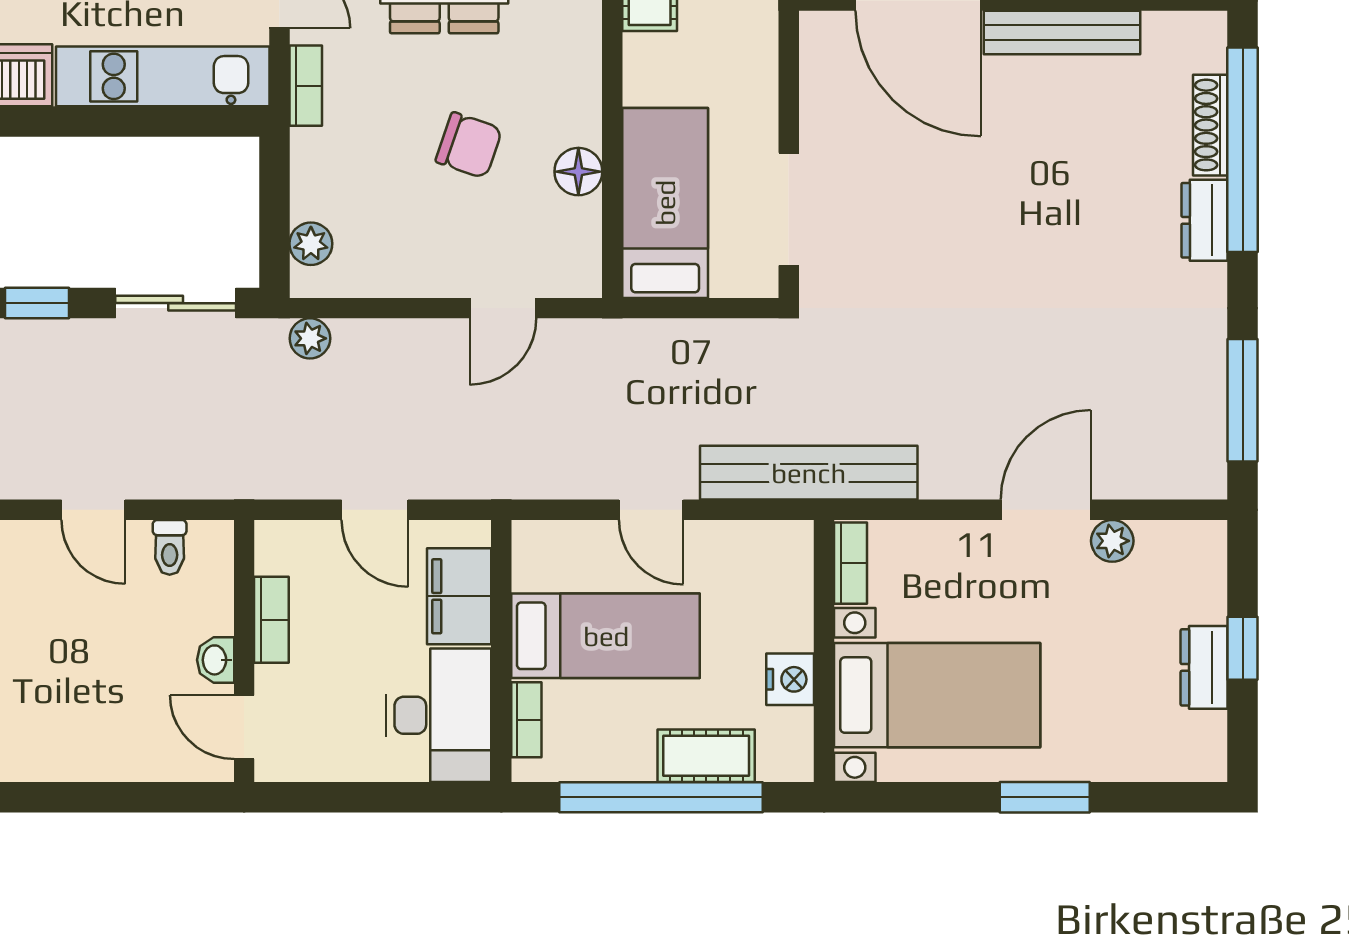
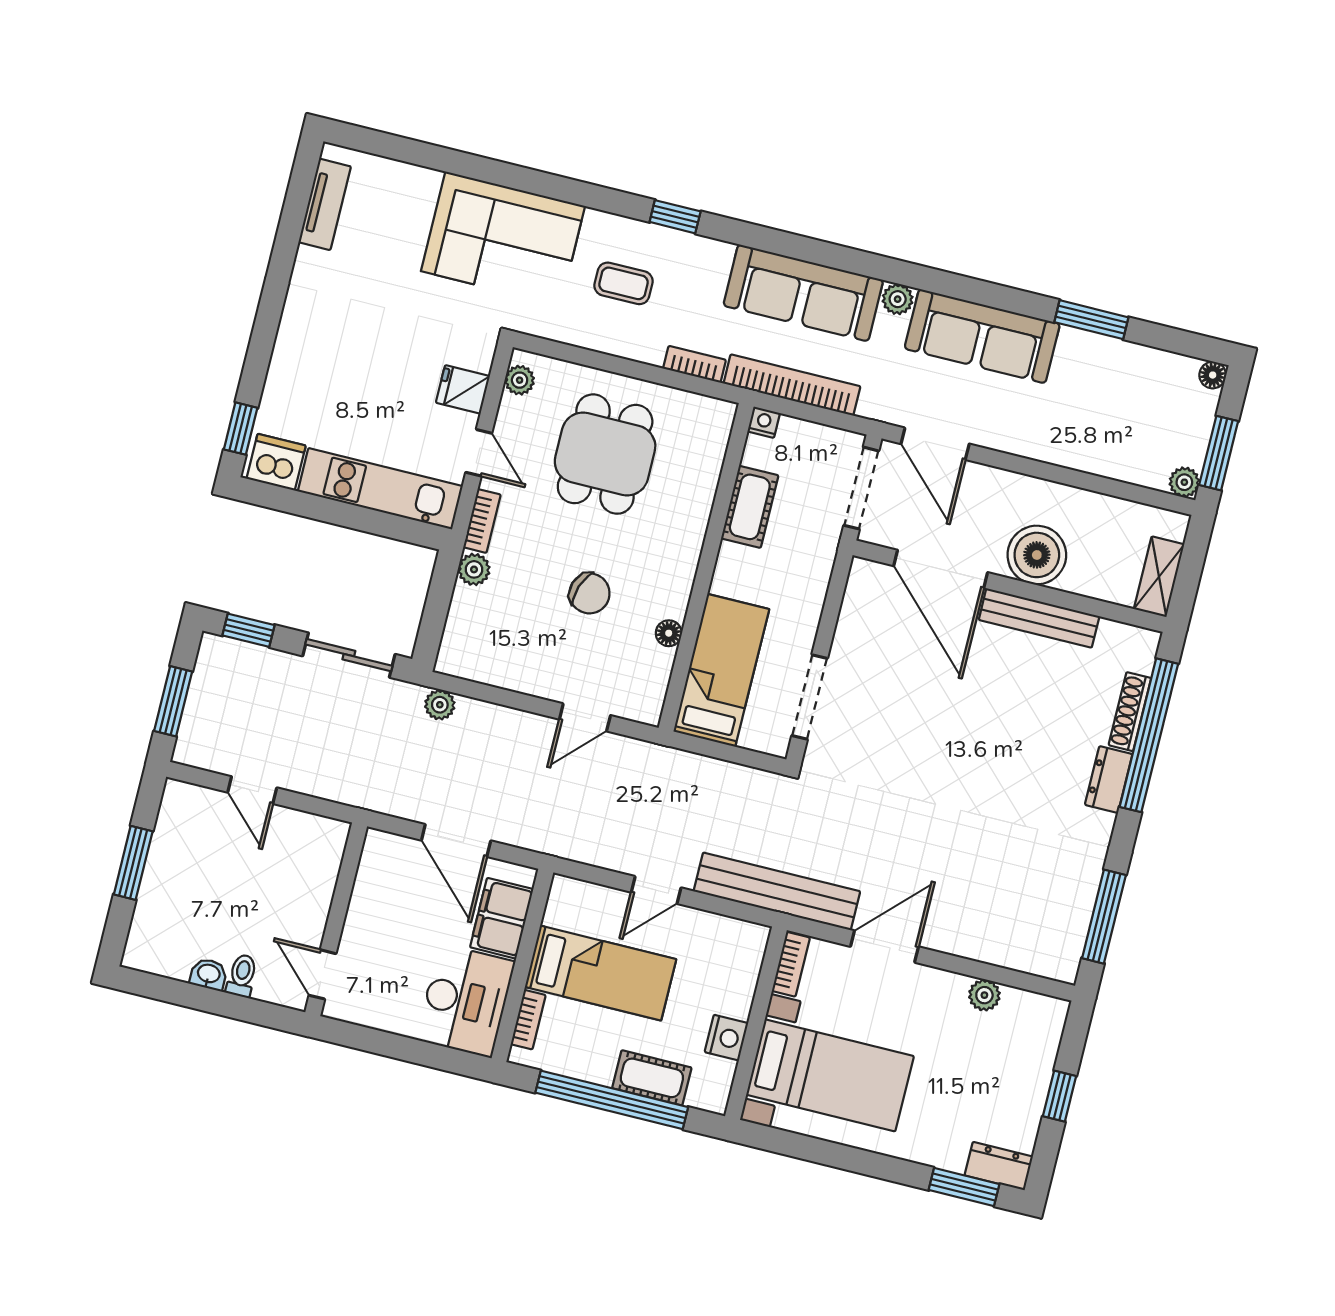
floor lamp: (578, 172) -> (669, 633), width x0.73, depth x0.73
plant: (311, 244) -> (474, 569), moved
door: (375, 510) -> (456, 840), width x1.38
door: (651, 510) -> (656, 890), hinge flipped
door: (1046, 510) -> (885, 947), moved
toilet: (170, 547) -> (242, 976), moved, turned 180
bookcase: (271, 620) -> (362, 901), removed
washbasin: (216, 660) -> (209, 974), moved, turned 90
dresser: (1204, 667) -> (999, 1166), moved, turned 90
window: (1045, 797) -> (964, 1187), moved

